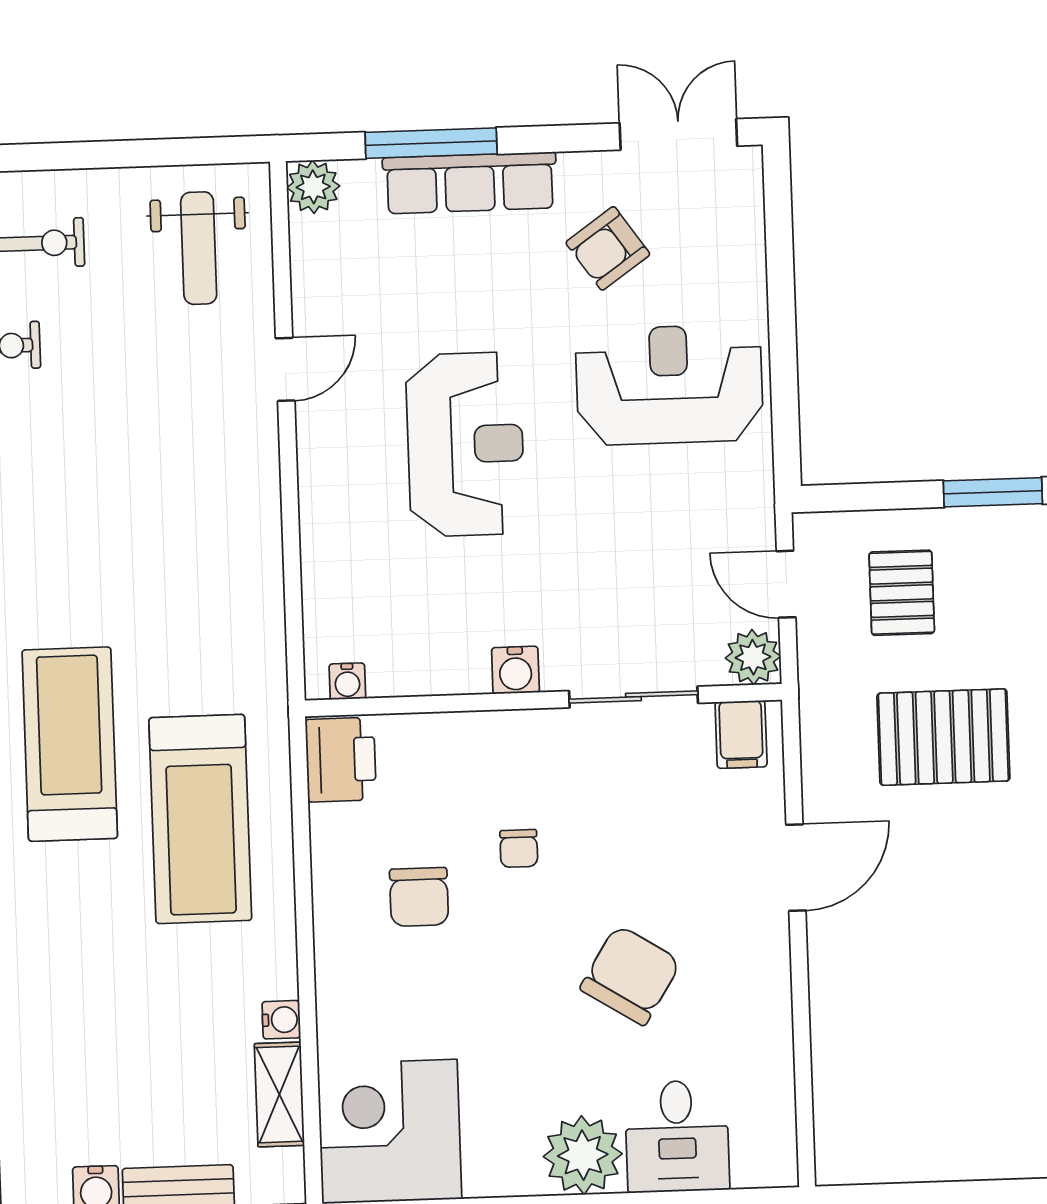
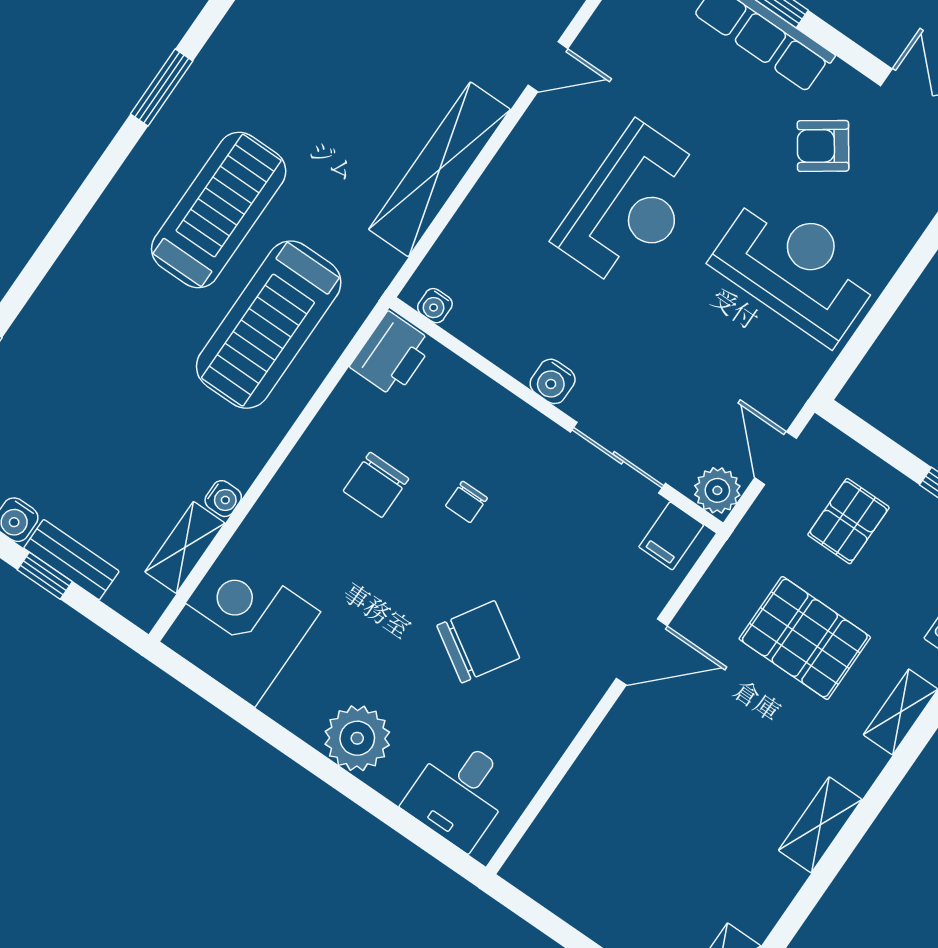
shelving: (254, 546) -> (439, 169), added
desk: (677, 1136) -> (460, 793), moved

